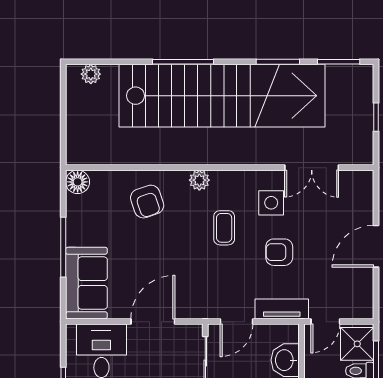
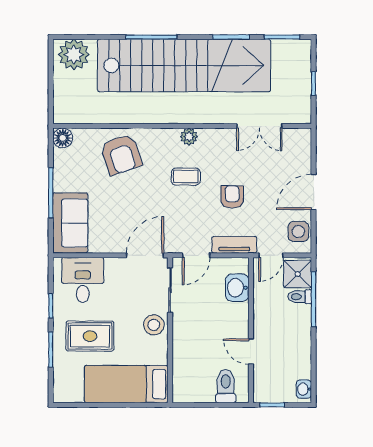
plant: (91, 74) -> (74, 55), width x1.87, depth x1.87
plant: (199, 180) -> (189, 137), moved
armchair: (147, 202) -> (121, 154), width x1.38, depth x1.38
side table: (271, 203) -> (298, 232), moved
coffee table: (224, 228) -> (186, 177), turned 90
armchair: (279, 252) -> (232, 197), turned 90
door: (153, 322) -> (145, 255), moved

